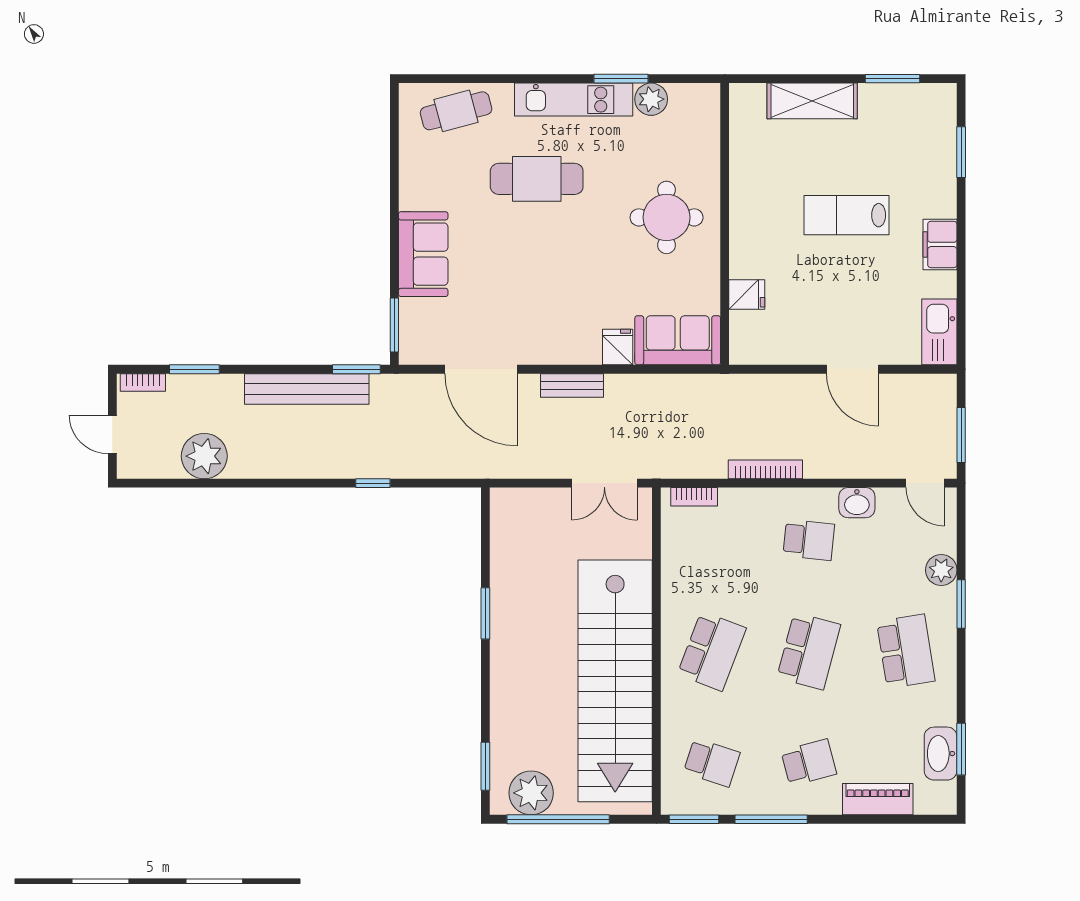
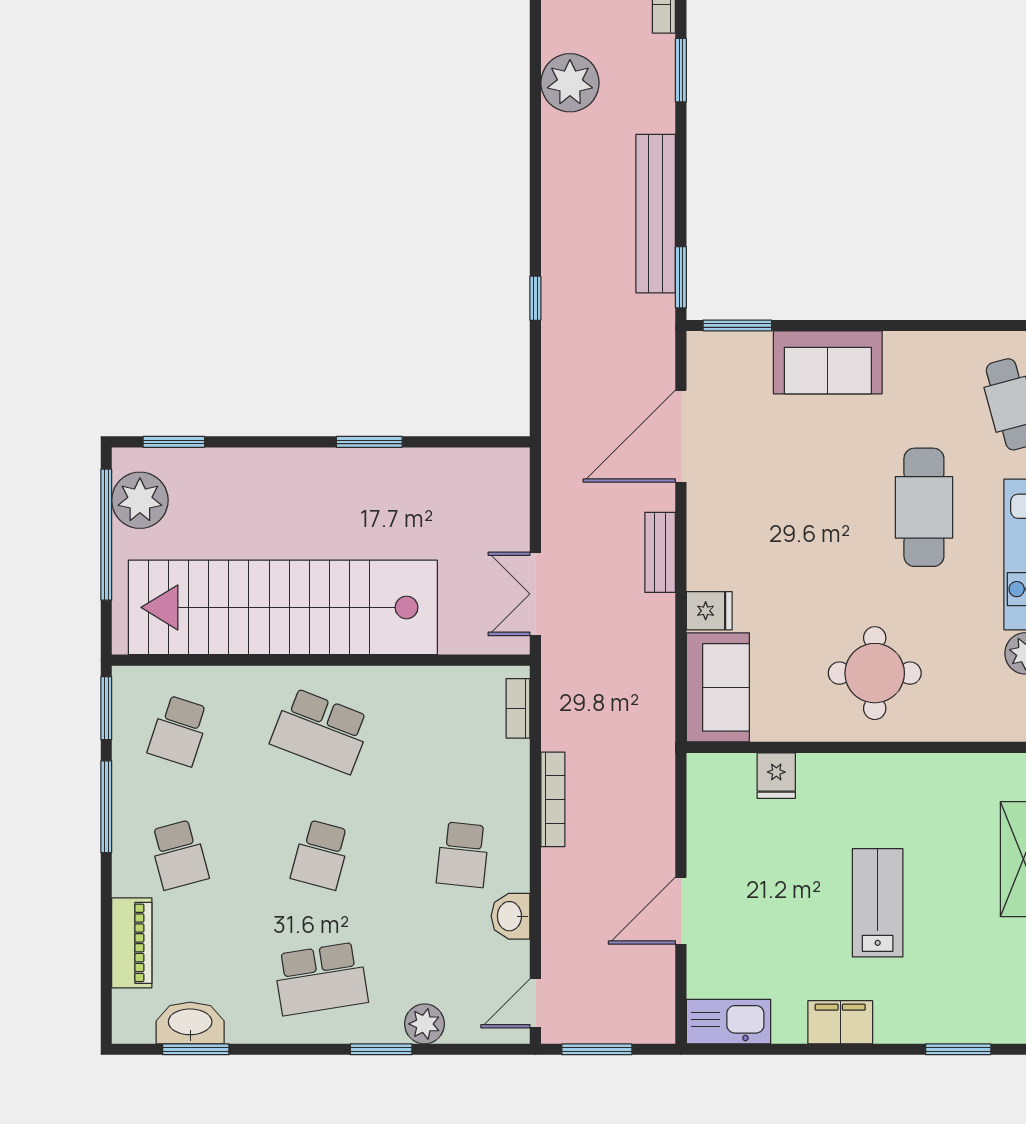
school desk: (809, 651) -> (321, 855), width x0.54

